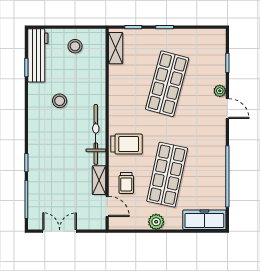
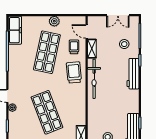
shop shelf: (167, 84) -> (47, 112), turned -36
stool: (60, 101) -> (124, 44), moved
workbench: (37, 142) -> (133, 74), added
trolley: (126, 144) -> (74, 72), turned 85
freezer: (204, 220) -> (15, 30), moved, turned -90

